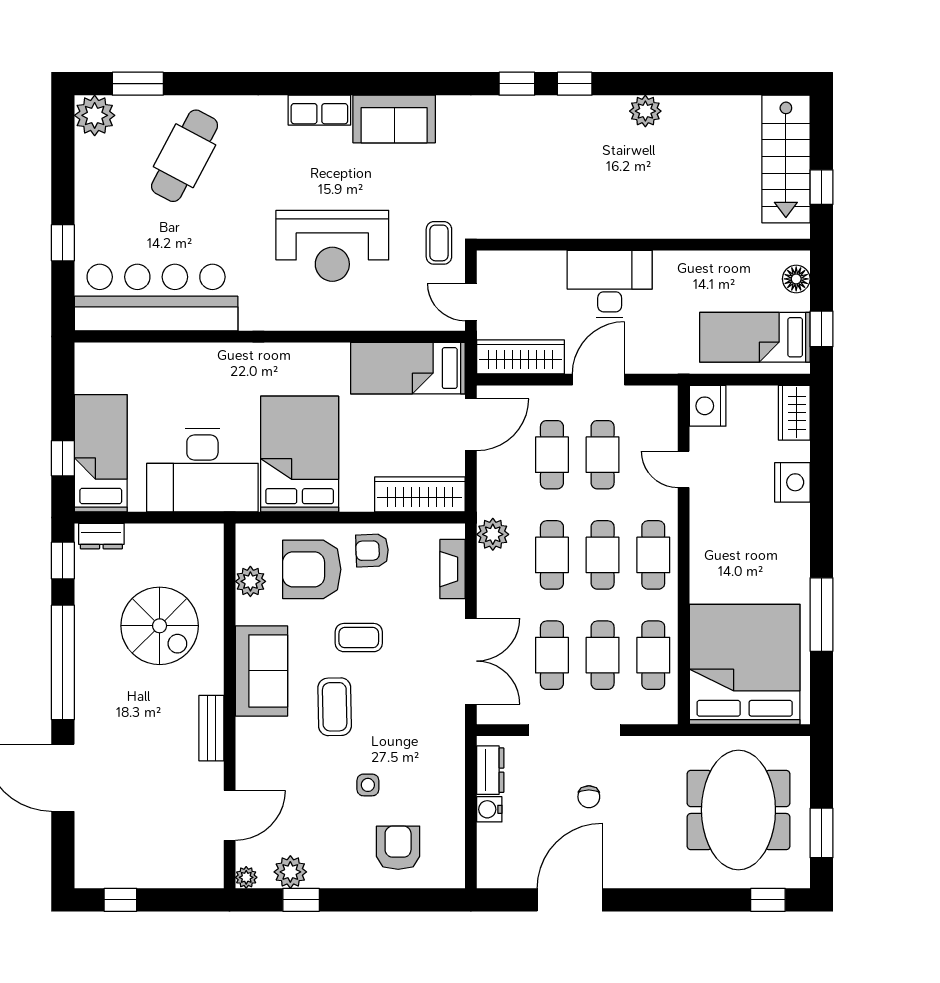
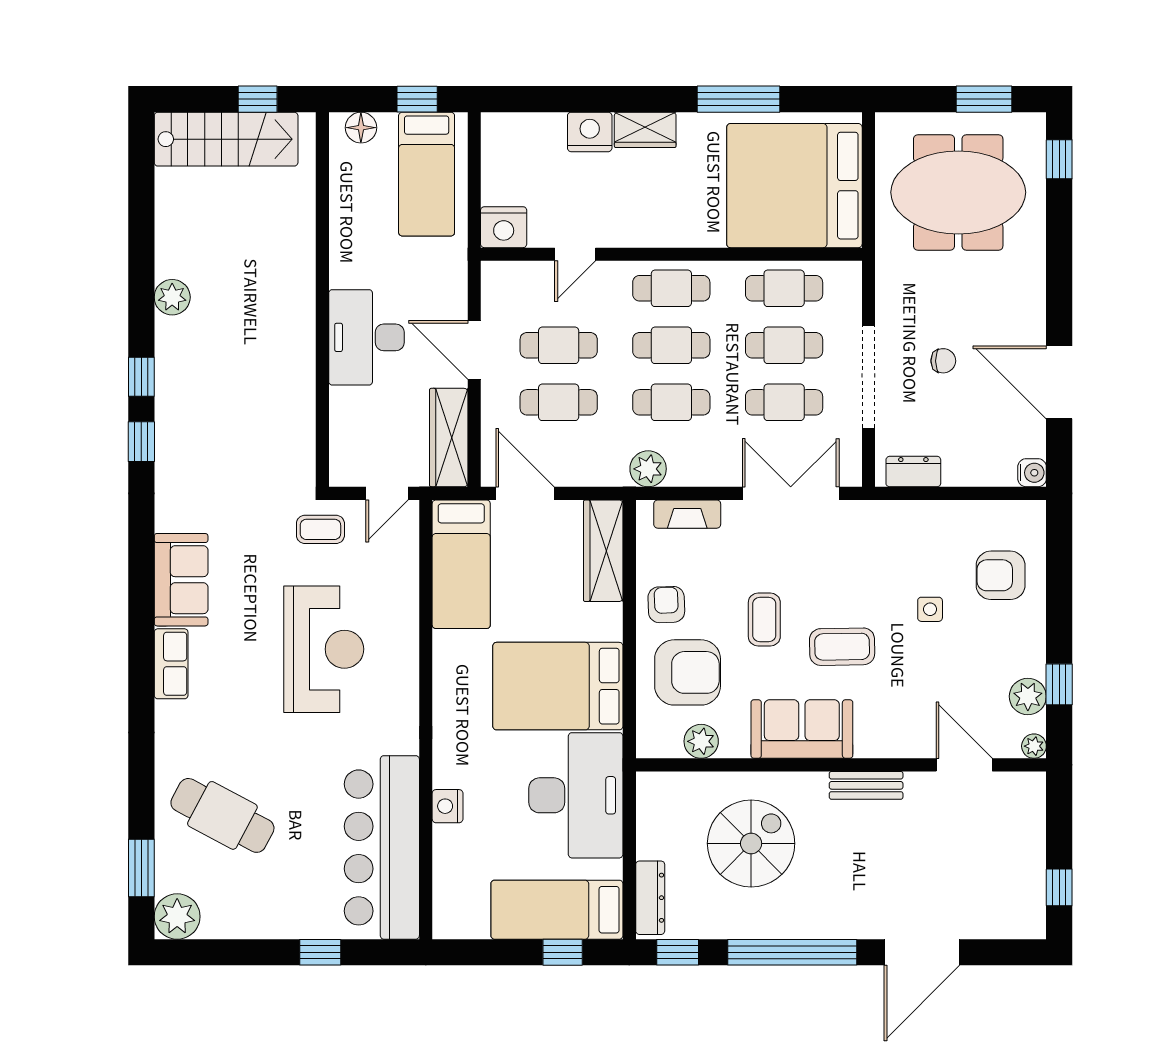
nightstand: (193, 356) -> (448, 806), added
wardrobe: (794, 413) -> (645, 130), moved
dresser: (101, 536) -> (650, 898), width x1.44
armchair: (372, 550) -> (666, 605), turned 180
armchair: (312, 569) -> (688, 672), turned -90
water cooler: (489, 809) -> (1032, 473), moved, turned -90

